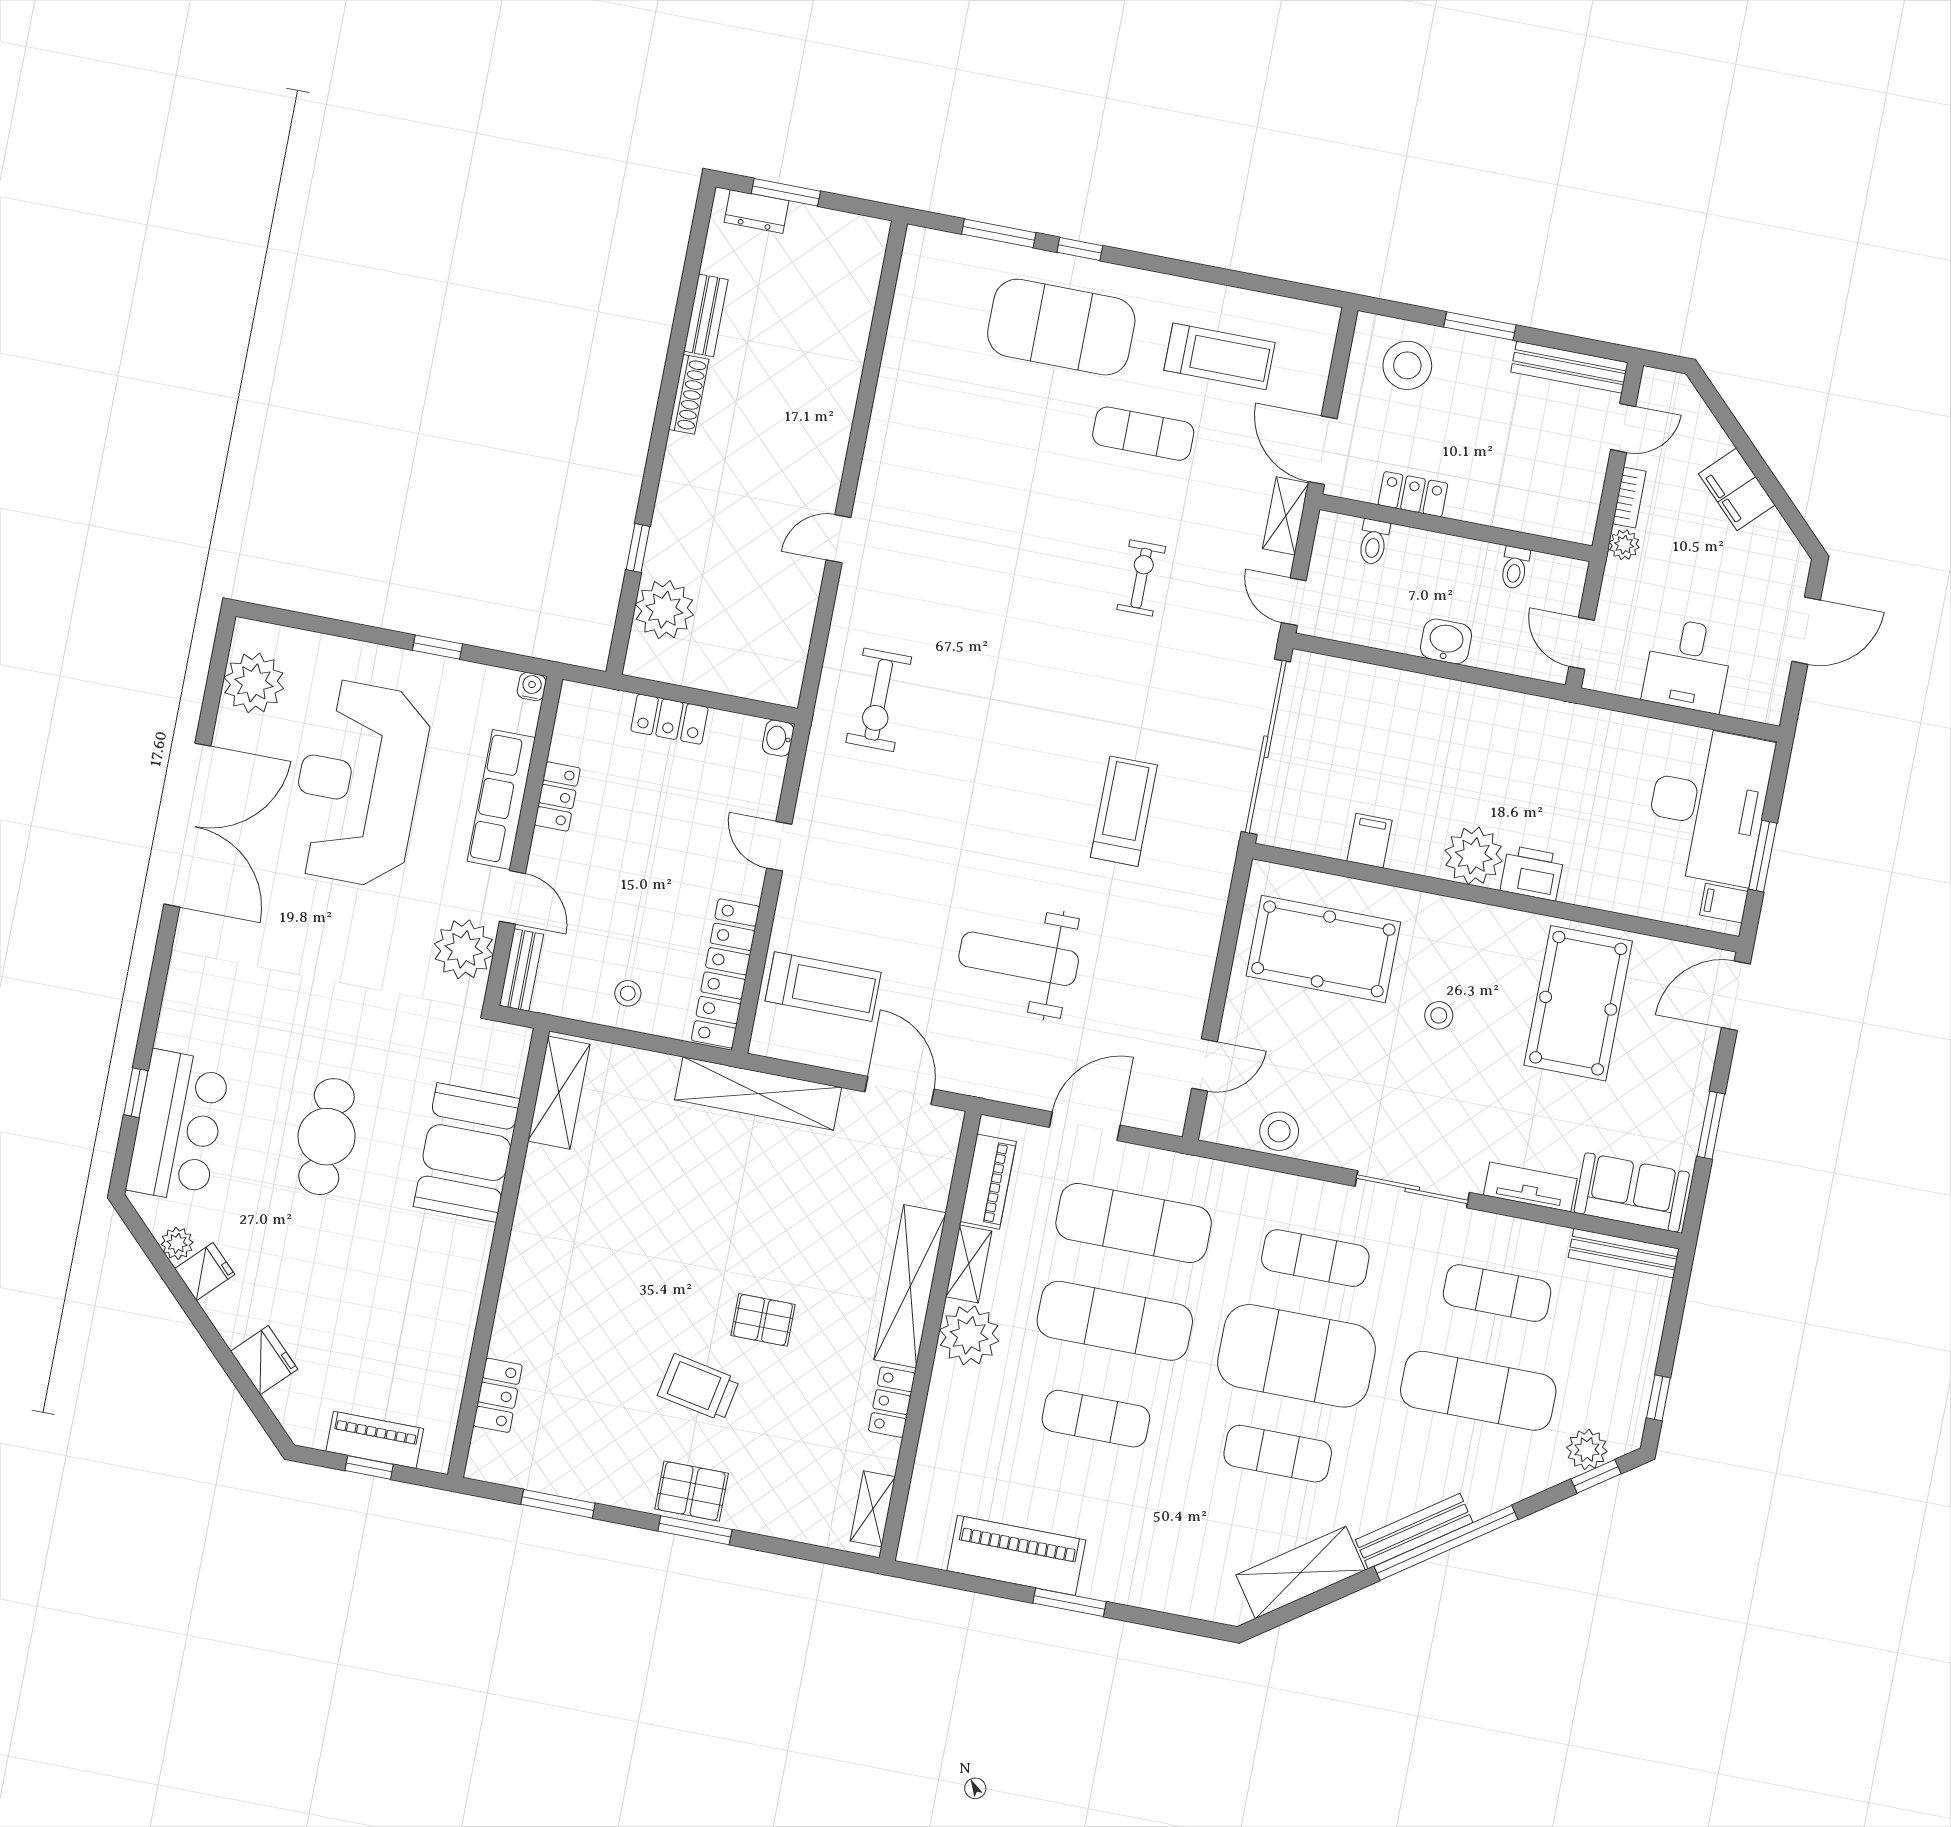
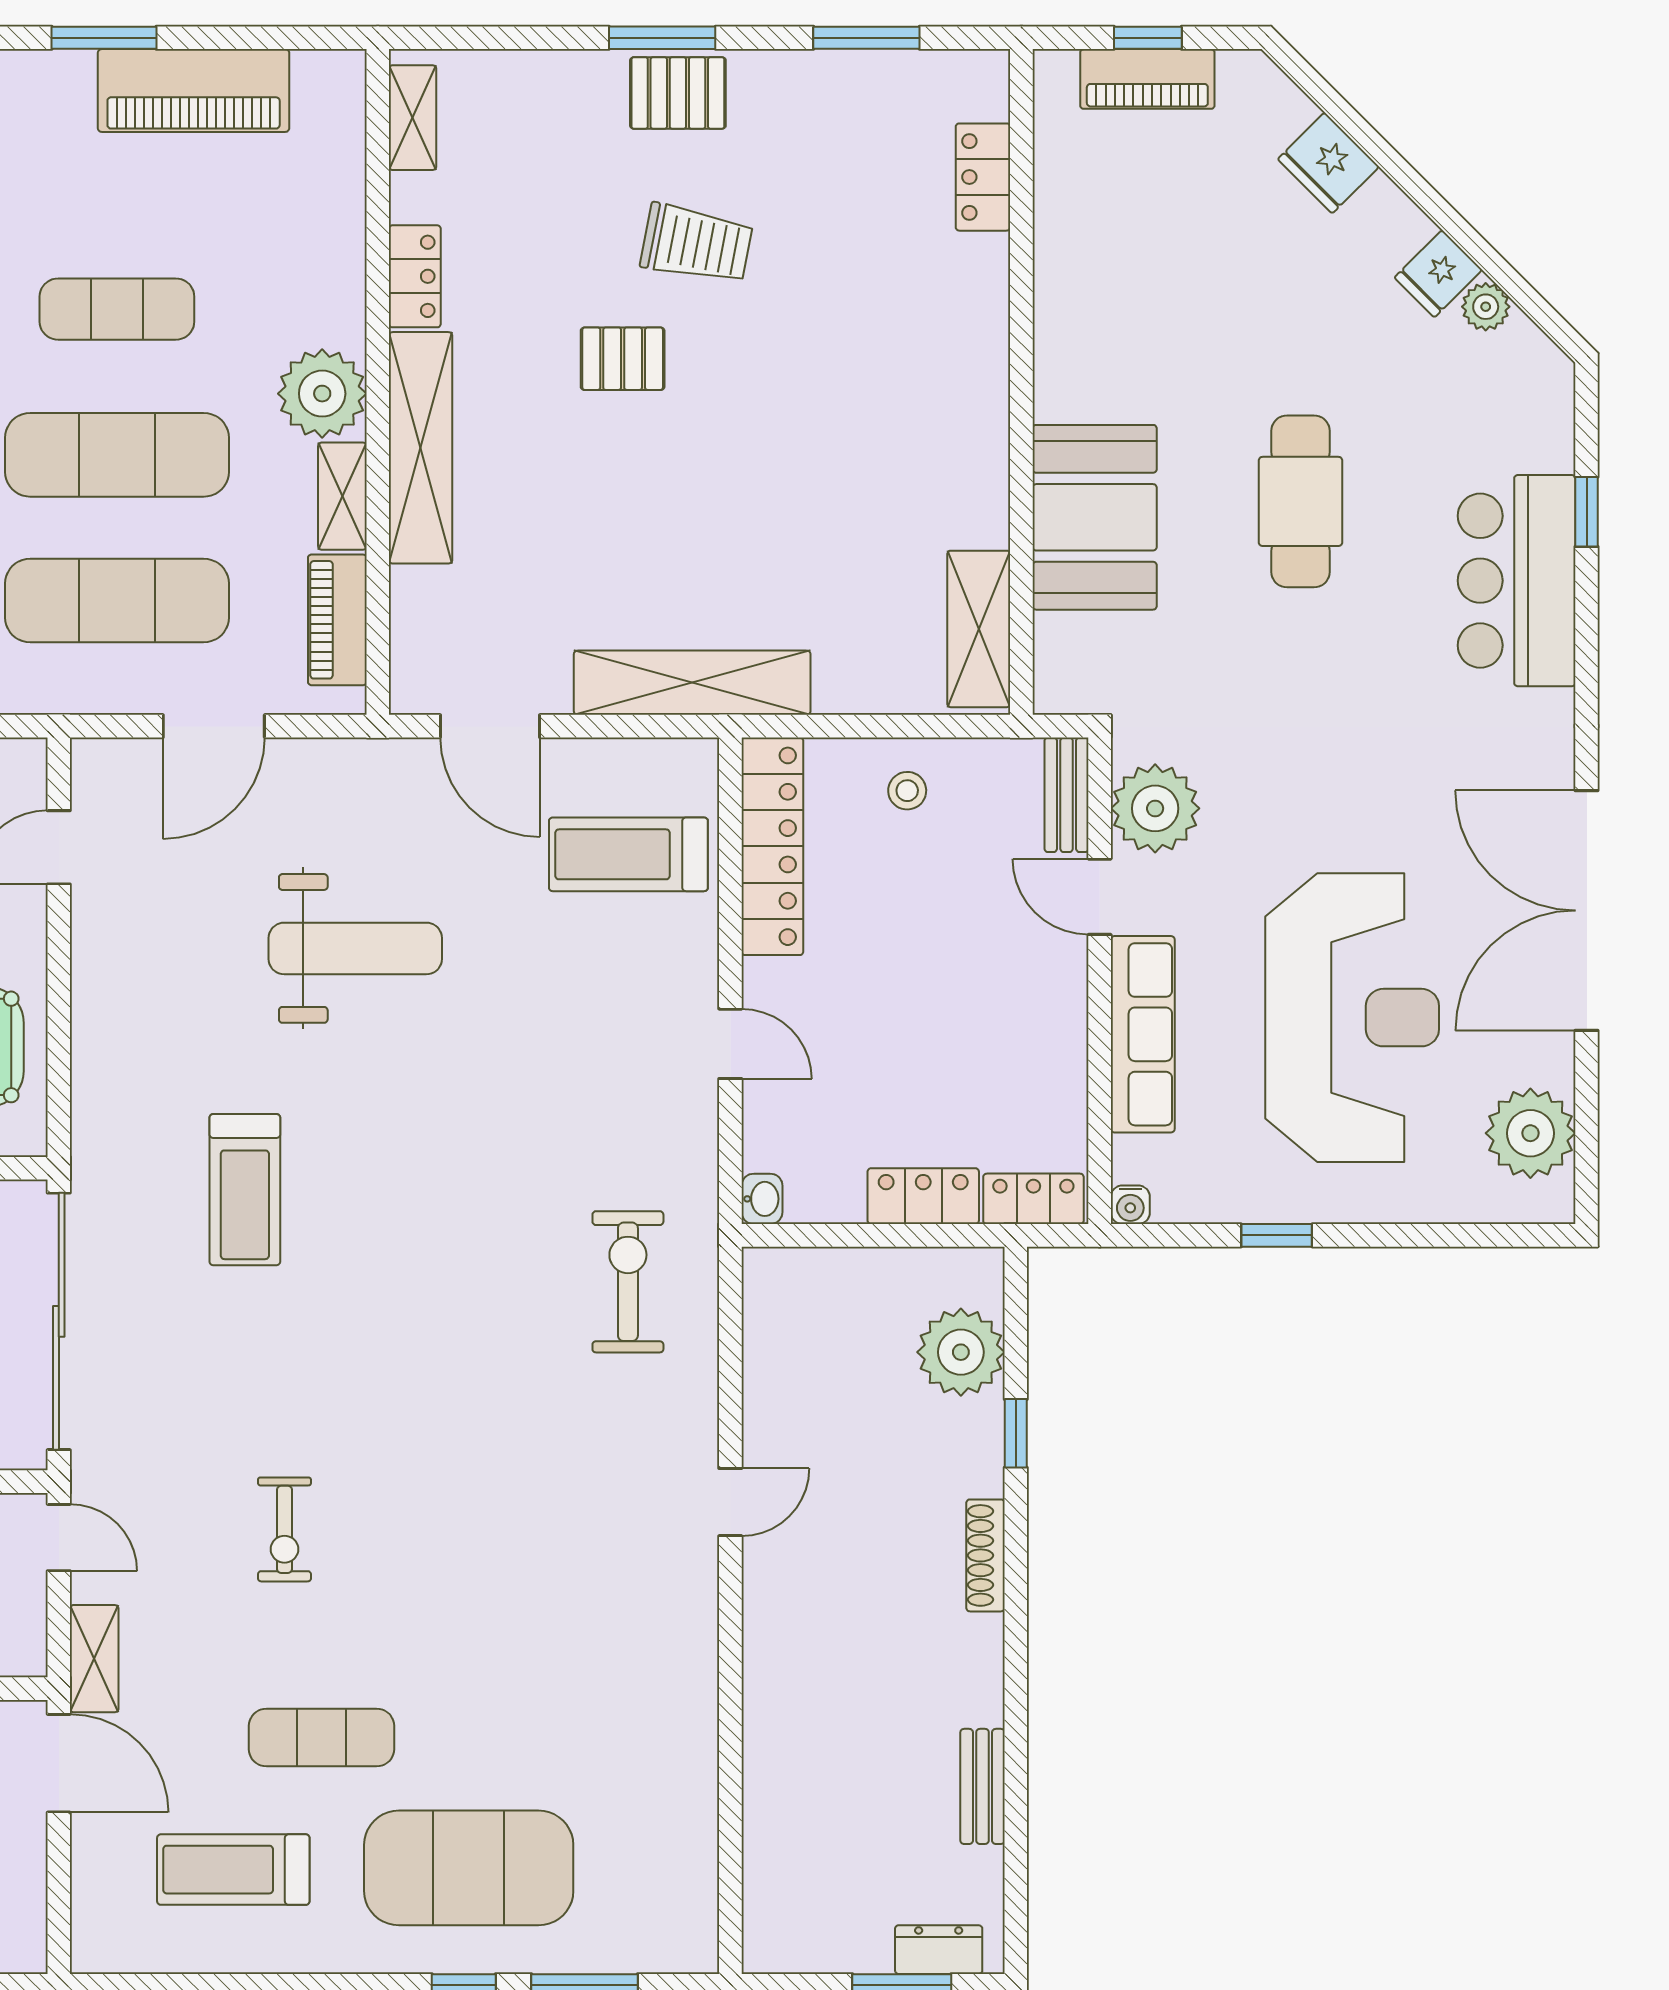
shoe rack: (689, 394) -> (985, 1555), moved
locker: (557, 796) -> (1033, 1199), moved, turned 90
bar counter: (178, 1126) -> (1517, 581), moved

